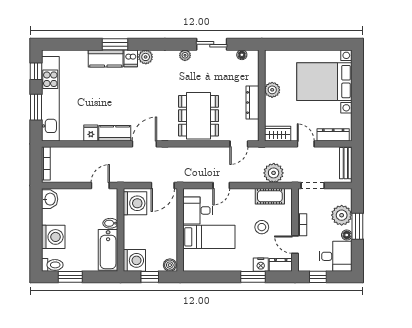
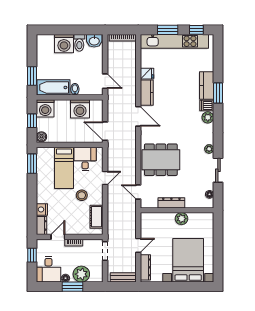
wardrobe: (278, 134) -> (147, 223), removed
plant: (274, 173) -> (115, 220), removed
door: (221, 186) -> (105, 178), swing flipped
washing machine: (135, 203) -> (80, 109), moved
stool: (262, 227) -> (82, 195), moved
toilet: (52, 265) -> (79, 43), moved
window: (70, 277) -> (32, 76), moved
window: (253, 277) -> (32, 164), moved

